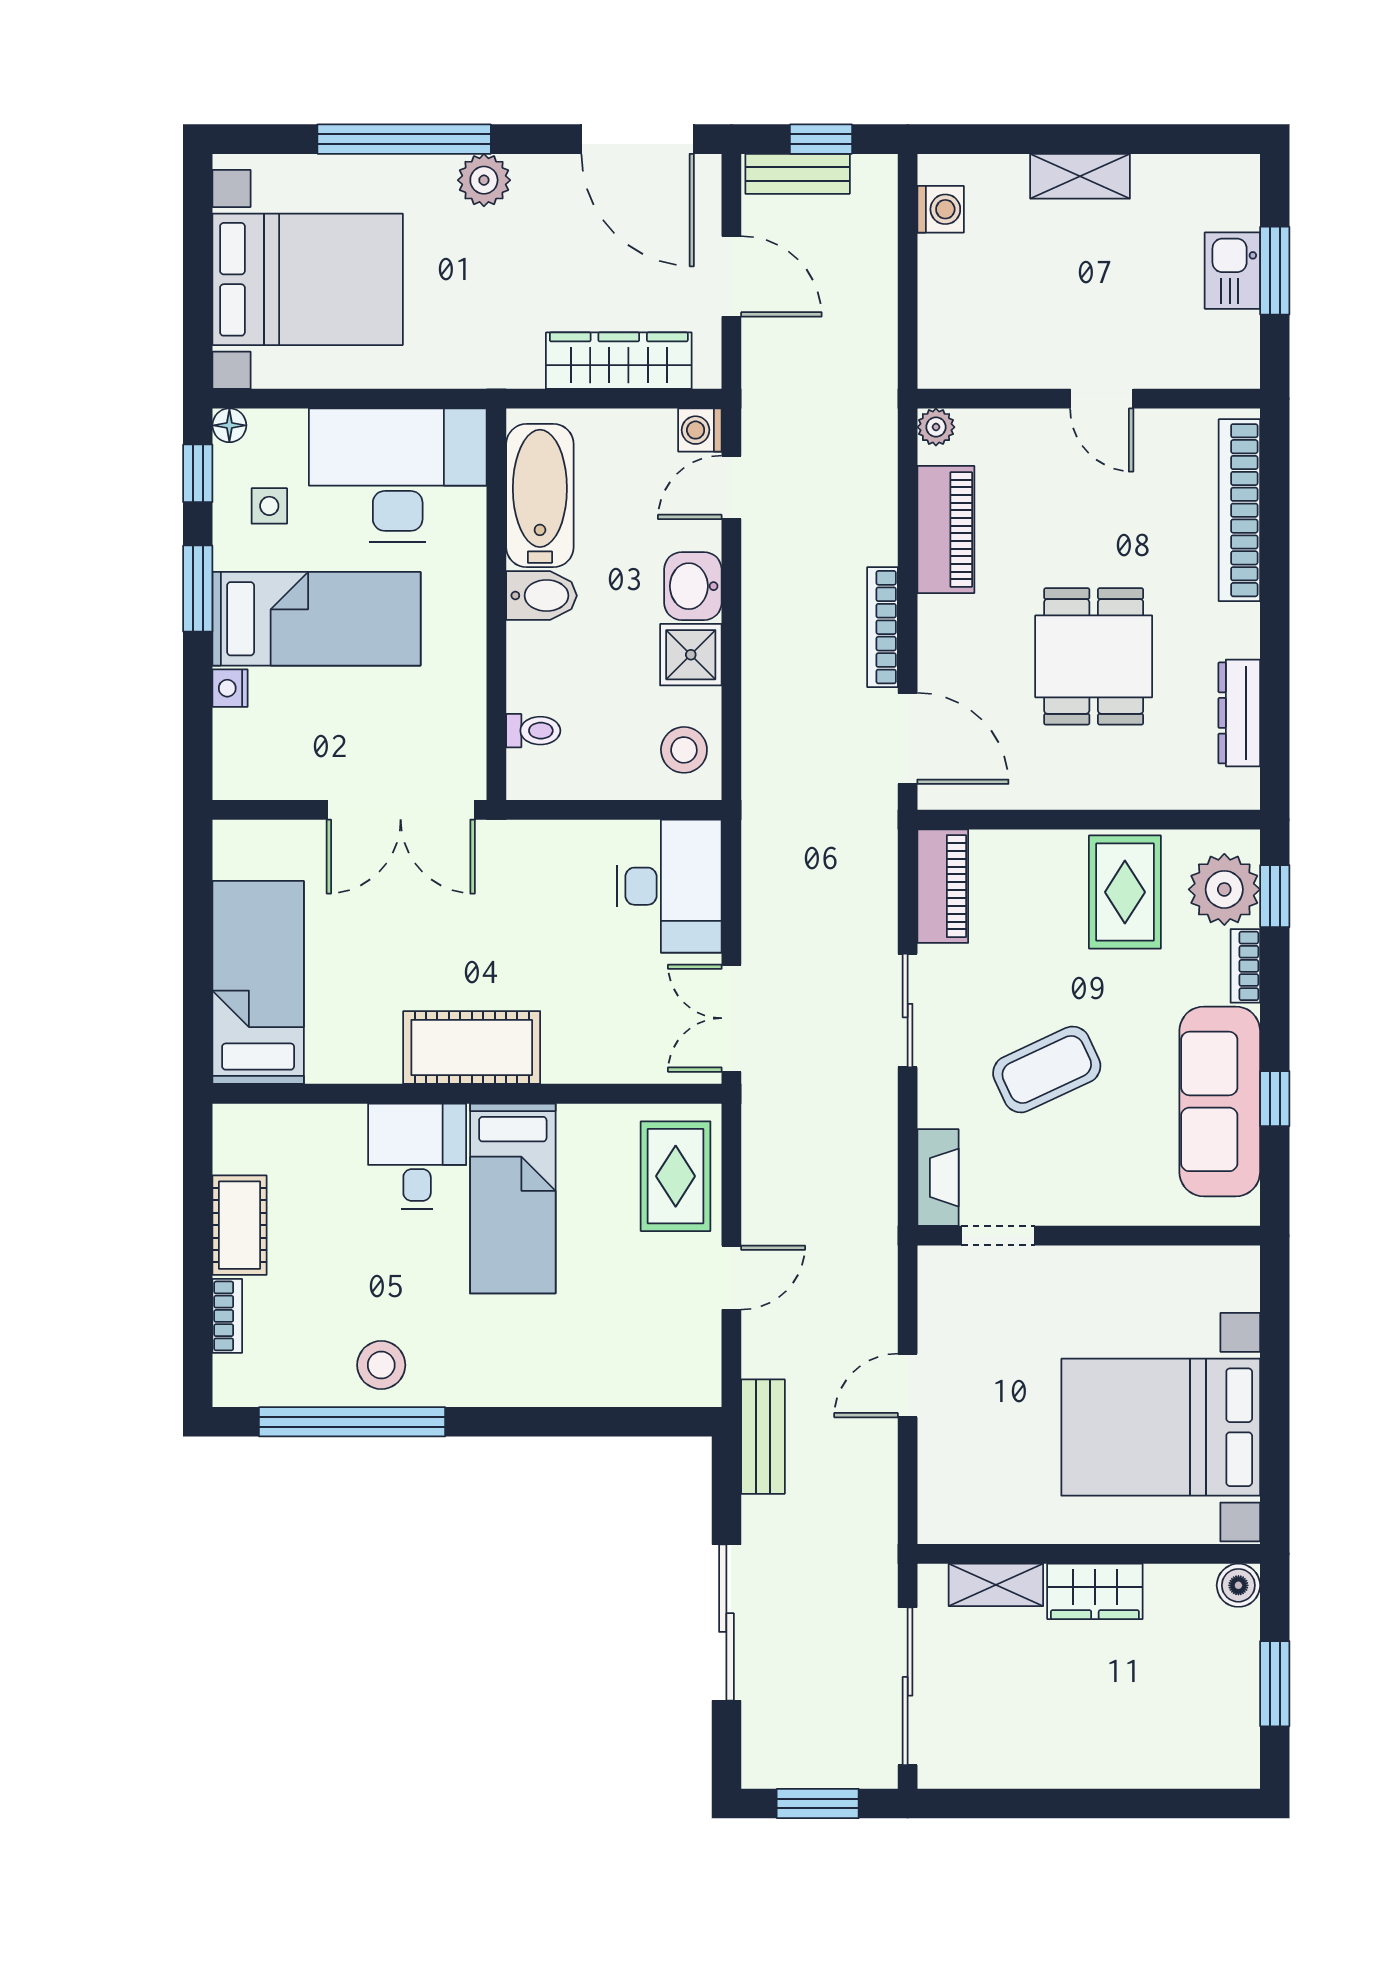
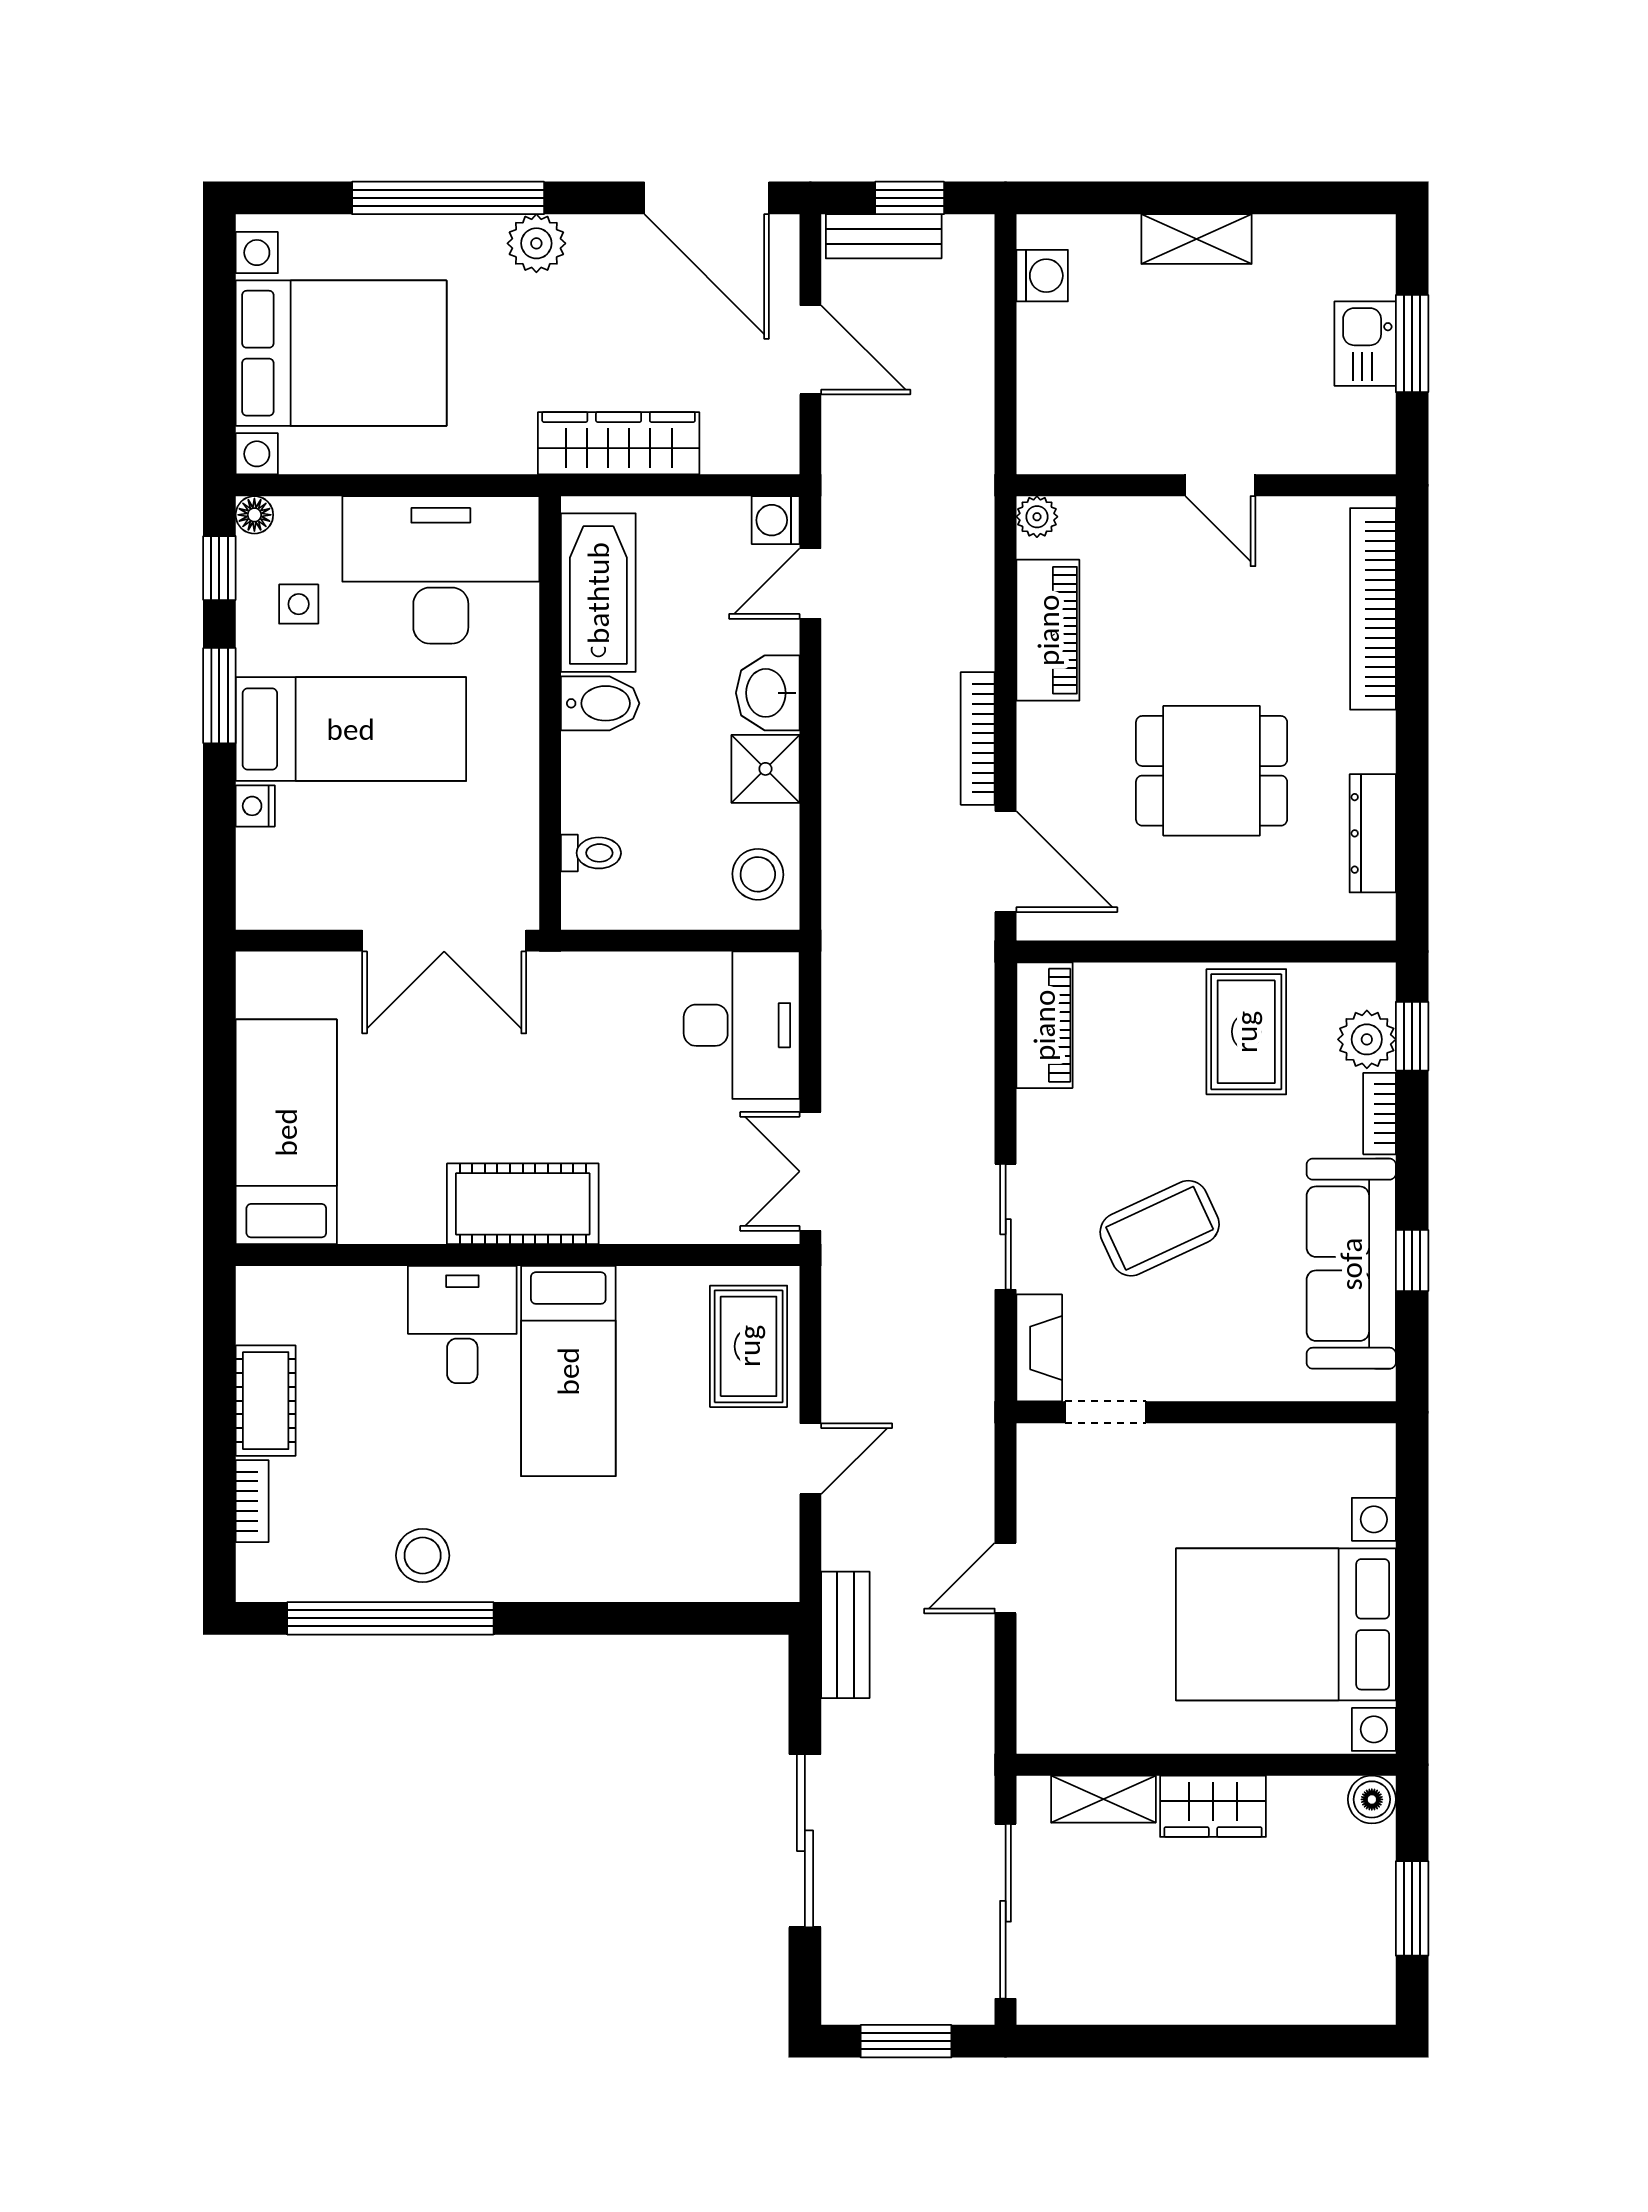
wardrobe: (619, 361) -> (619, 443), moved
dining table: (1094, 656) -> (1212, 771), turned 90
plant: (1224, 889) -> (1367, 1039), width x0.73, depth x0.73
sliding door: (908, 1011) -> (1006, 1227), moved

